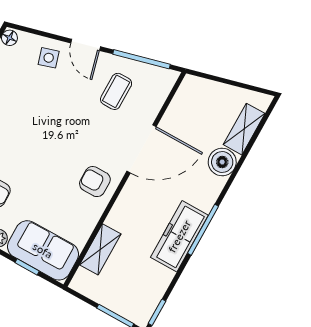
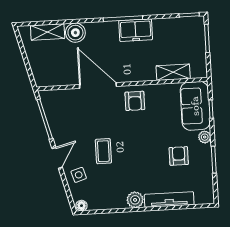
coffee table: (116, 91) -> (103, 151), moved, turned 90
freezer: (179, 236) -> (136, 30), width x0.71

